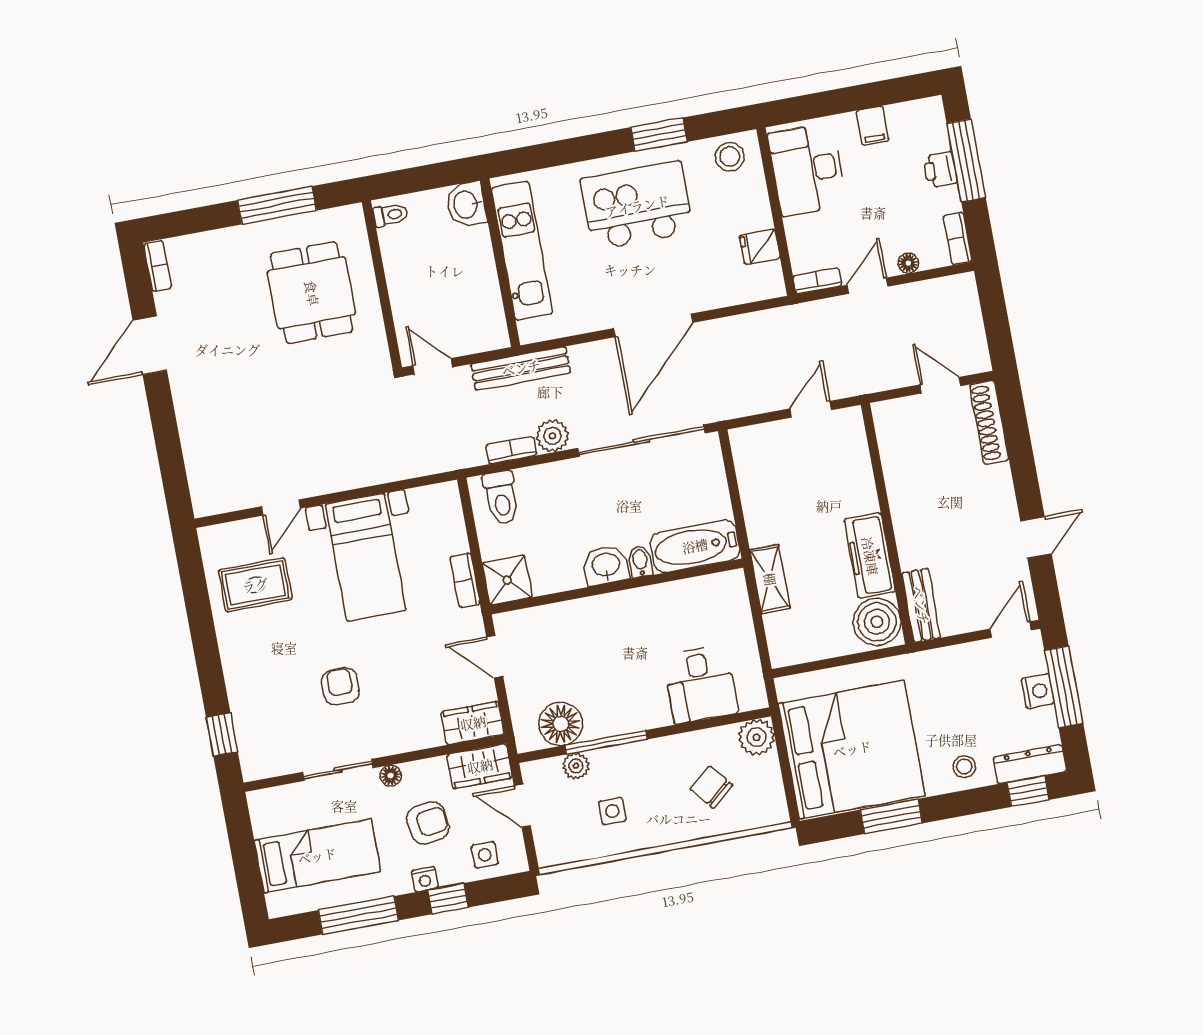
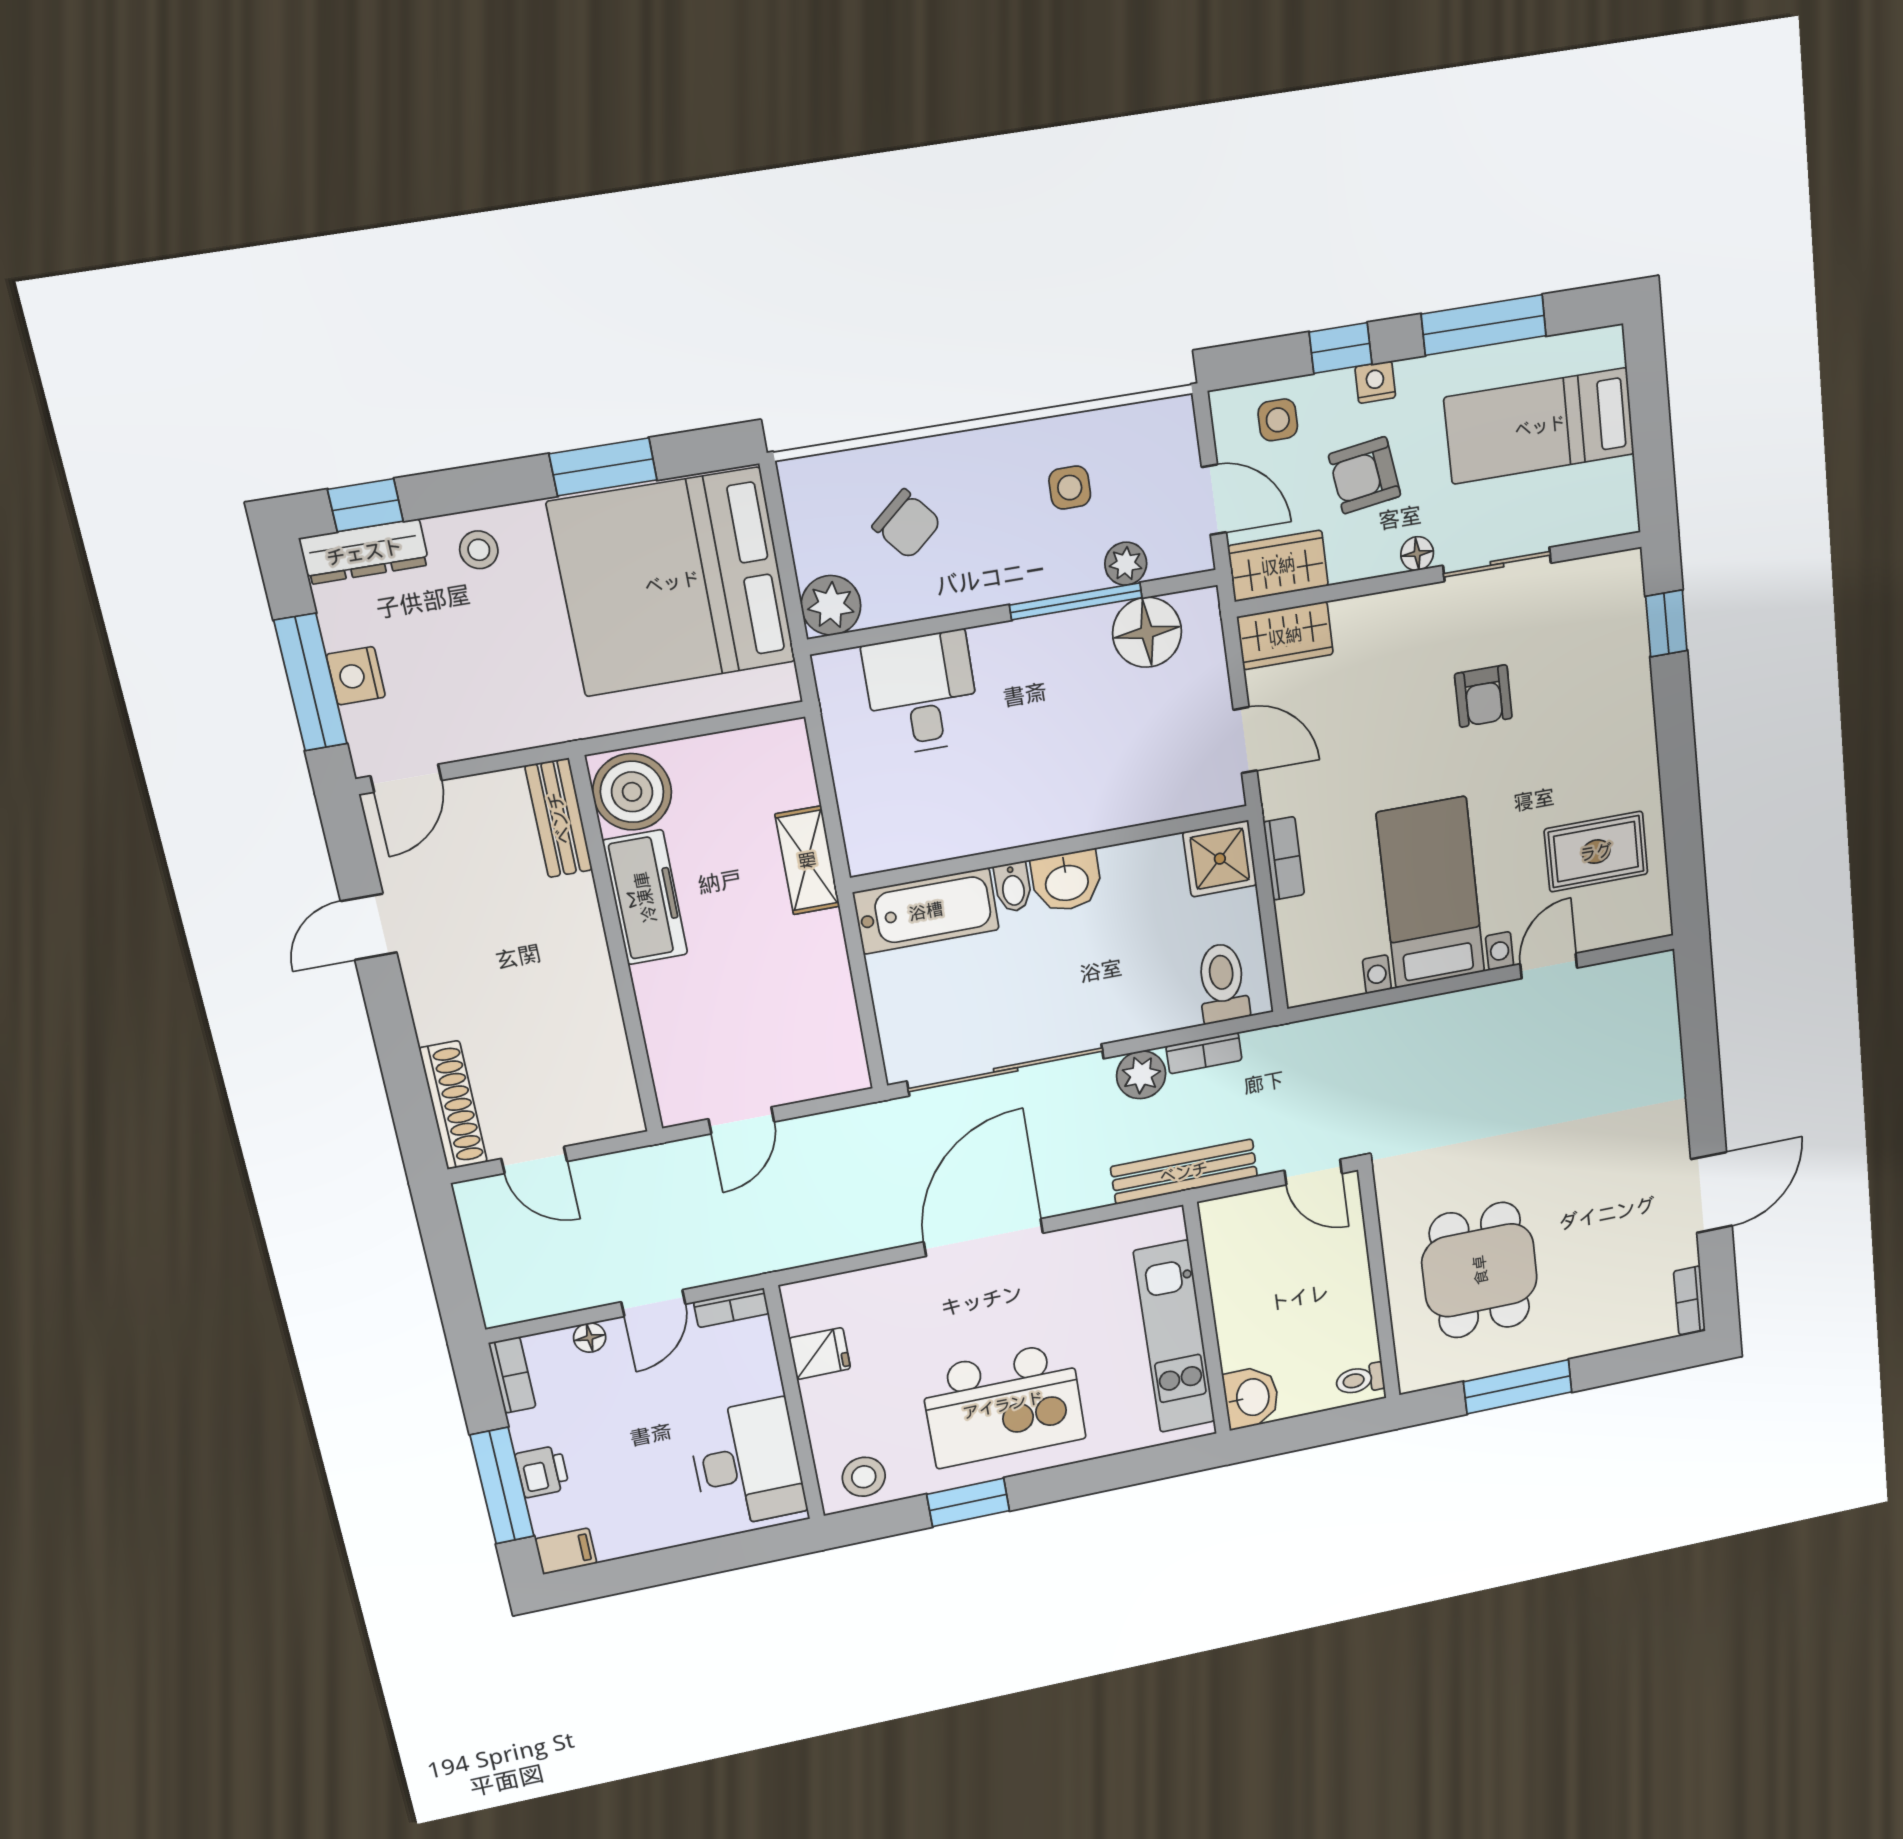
filing cabinet: (872, 126) -> (566, 1551), moved, turned 90

